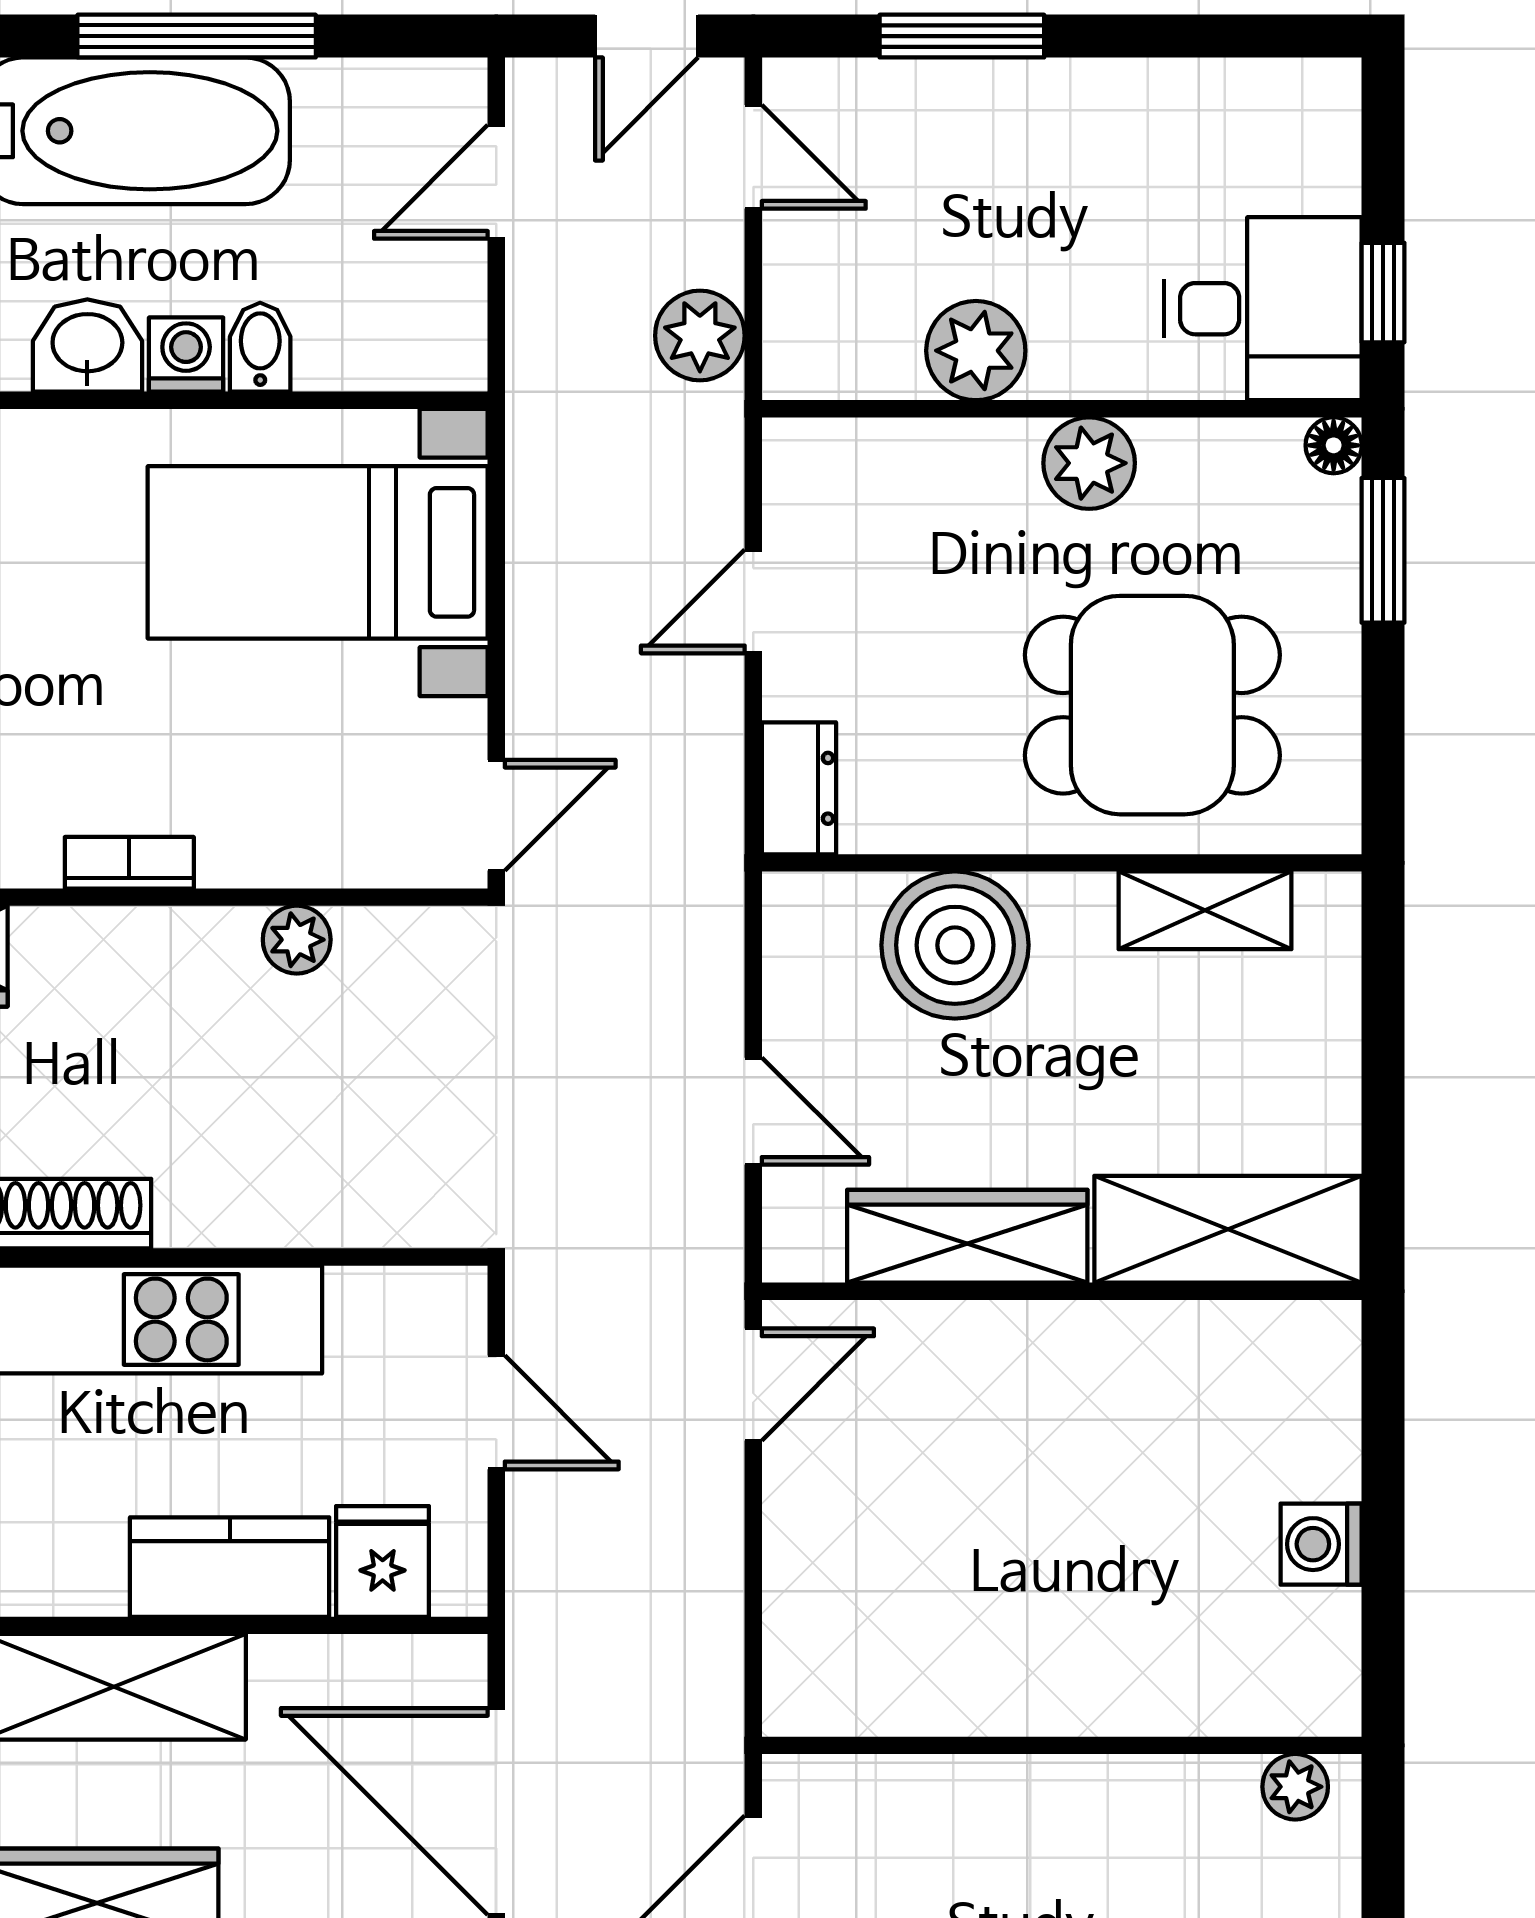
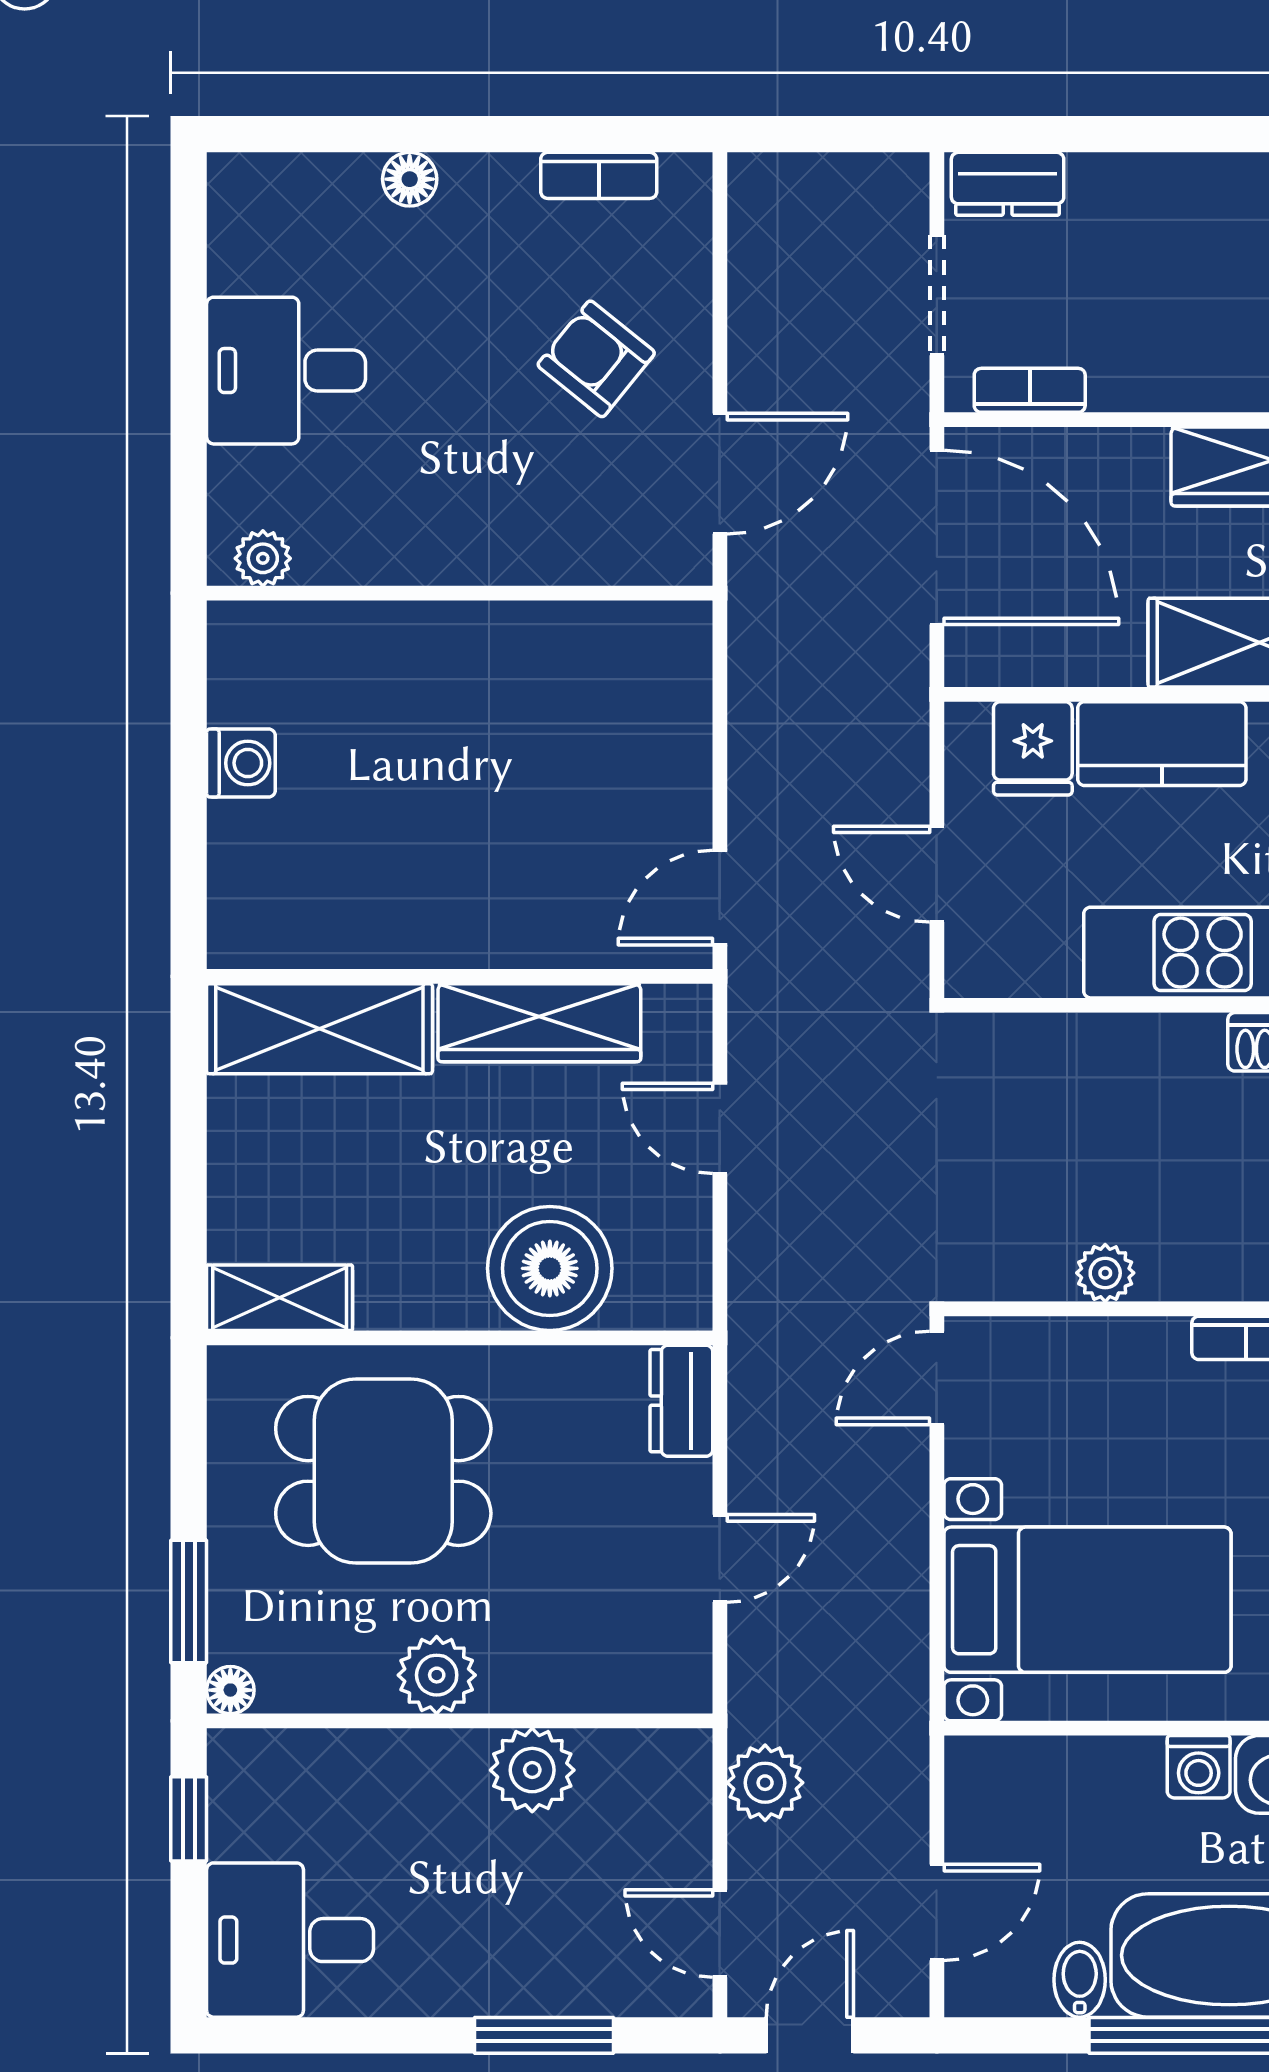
desk: (1263, 309) -> (290, 1940), moved
bidet: (260, 347) -> (1080, 1980), moved, turned 180
shelving: (1205, 910) -> (280, 1298), moved

